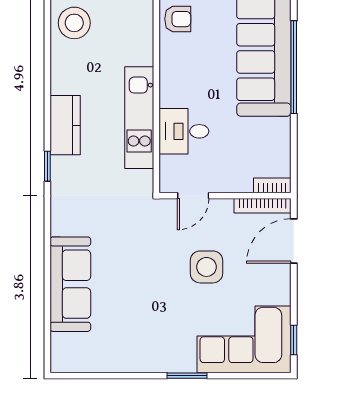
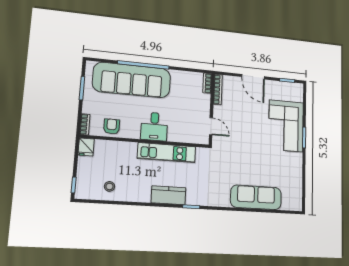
stool: (74, 23) -> (110, 186), width x0.53, depth x0.53
desk: (184, 131) -> (154, 126), moved
door: (294, 241) -> (253, 77), moved
side table: (206, 267) -> (249, 122), removed
corner sofa: (244, 339) -> (286, 126), moved

